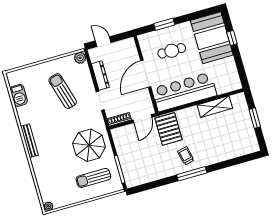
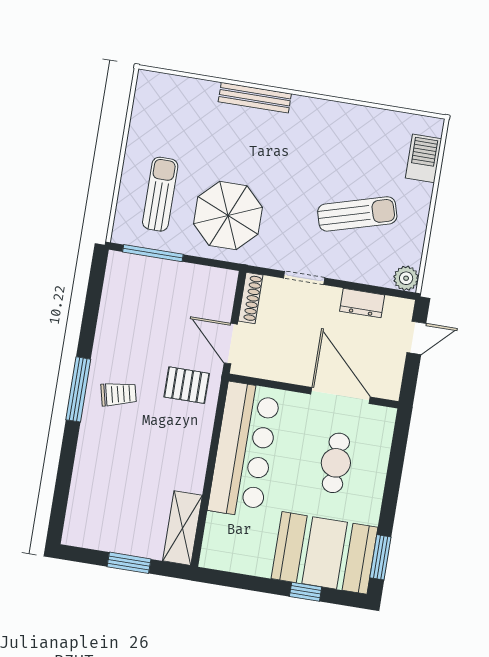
window: (164, 24) -> (380, 557), moved
door: (146, 74) -> (340, 395), moved
dresser: (100, 75) -> (362, 303), width x0.70
barbecue: (19, 95) -> (424, 158), moved, turned 90
shelving: (215, 107) -> (182, 528), moved
pallet: (169, 129) -> (187, 385), width x0.67, depth x0.71
bench: (29, 141) -> (255, 98), moved
plant: (48, 206) -> (146, 81), removed

